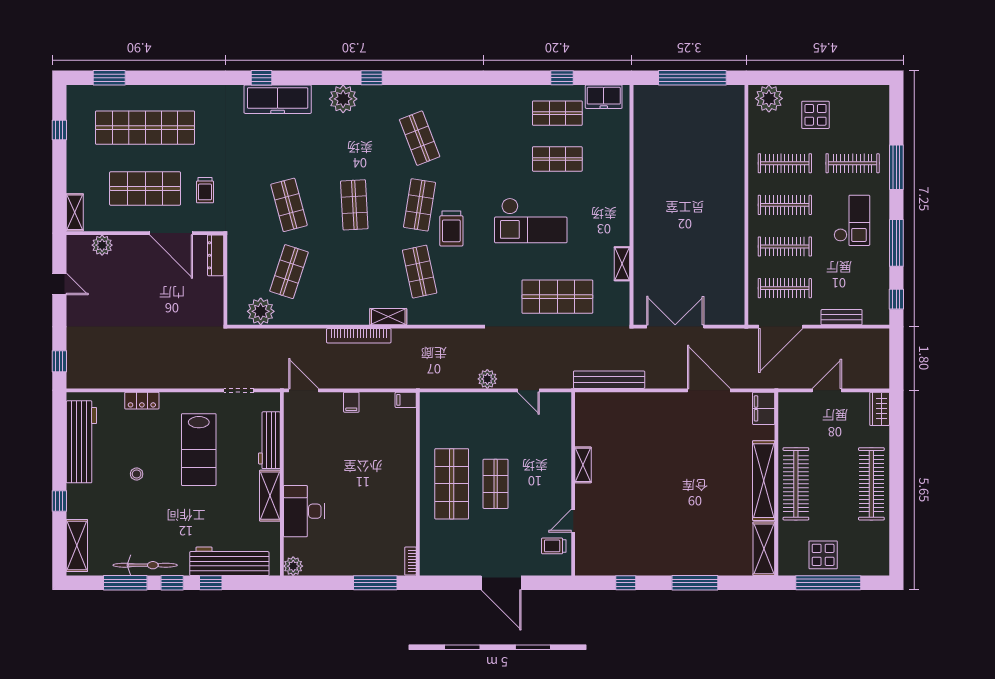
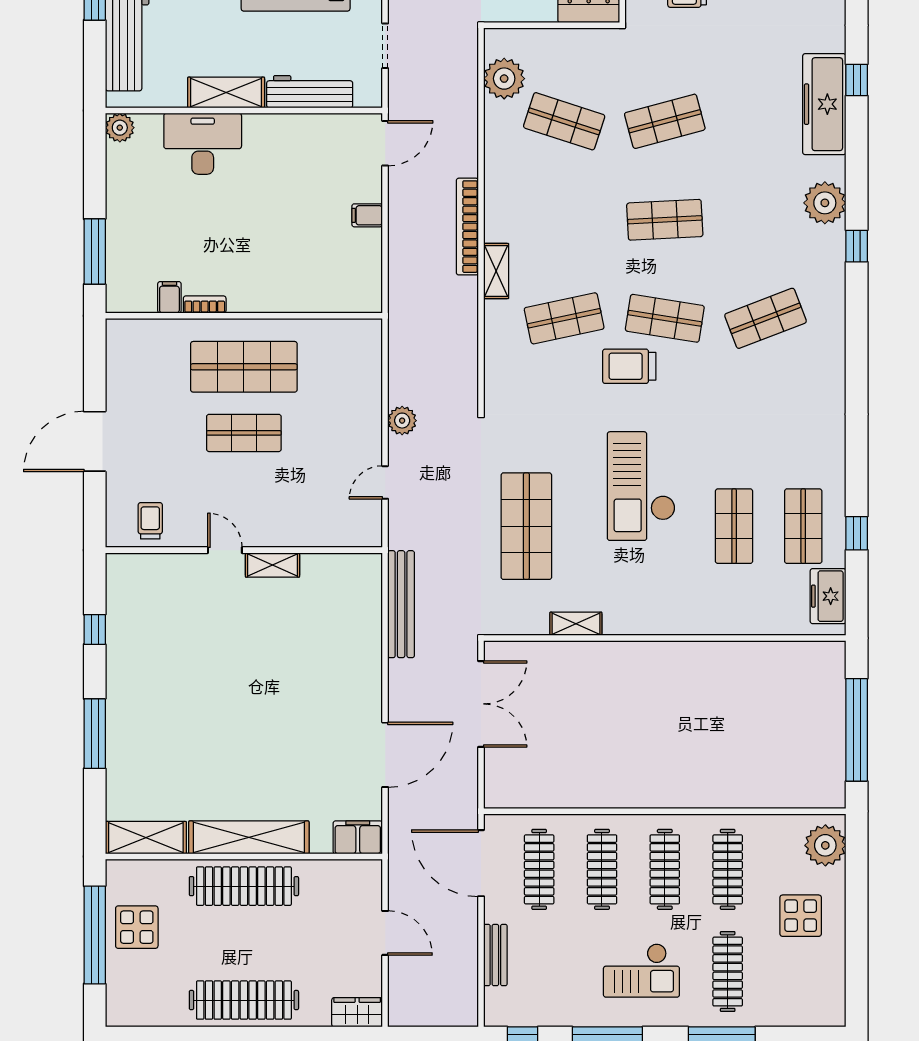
filing cabinet: (406, 400) -> (169, 297), moved
door: (573, 521) -> (225, 550), moved
bookcase: (410, 561) -> (205, 304), moved

